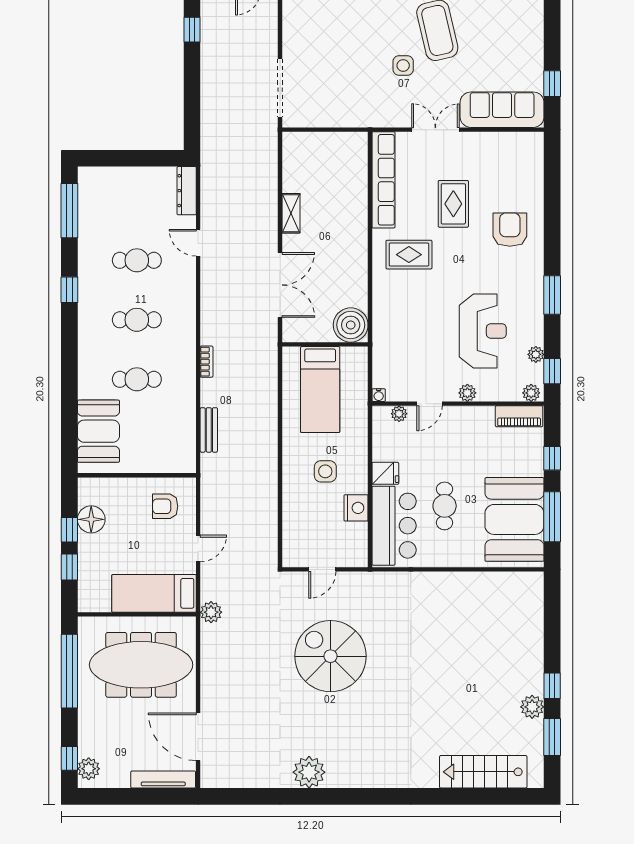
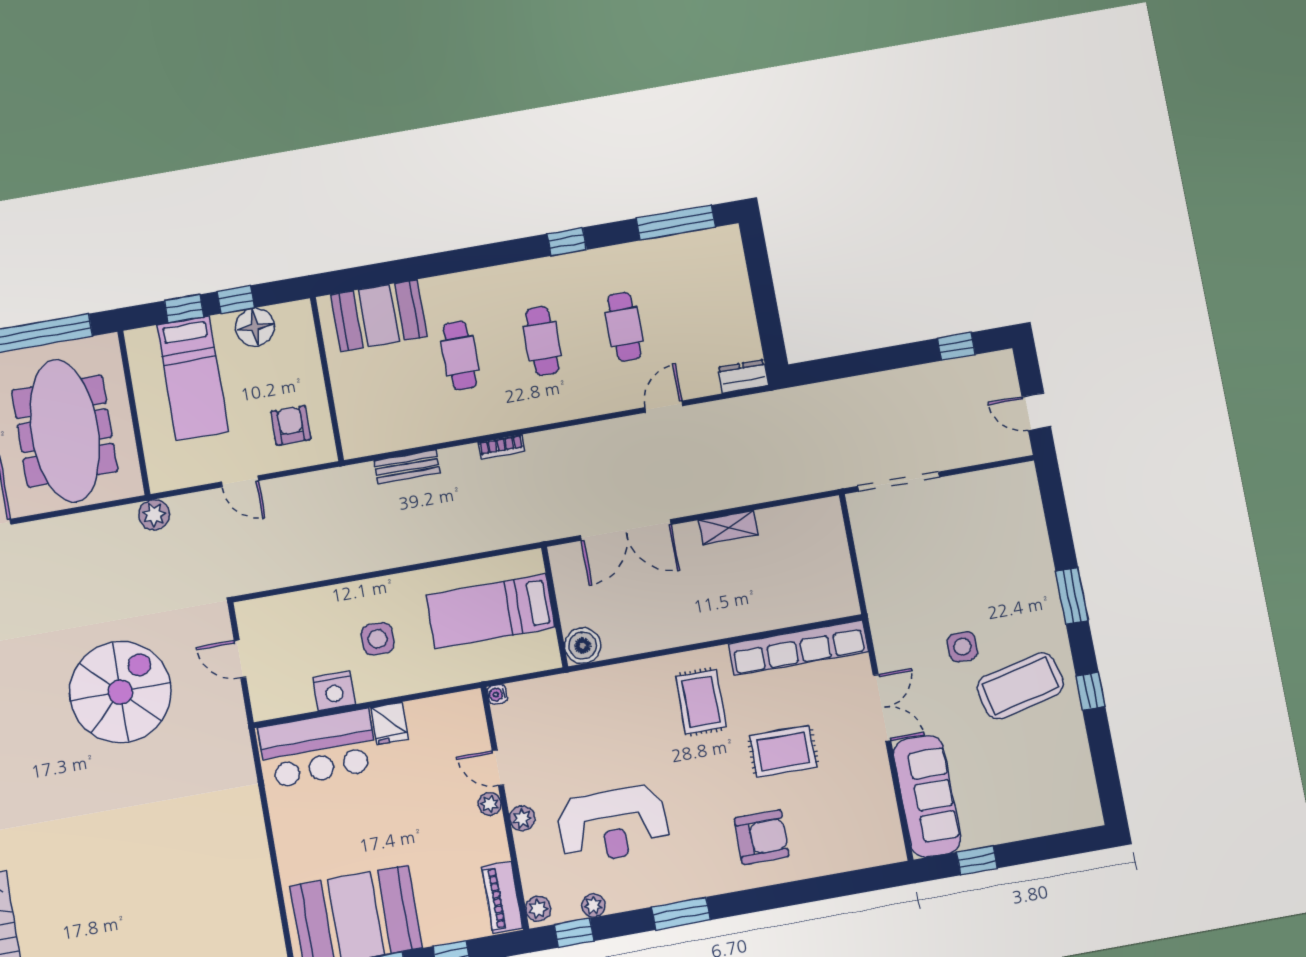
dresser: (187, 191) -> (743, 376), width x0.70
boiler: (351, 325) -> (583, 646), width x0.73, depth x0.73
plant: (399, 414) -> (490, 804), moved
cafe table: (445, 506) -> (358, 815), removed
bed: (154, 593) -> (193, 378), moved, turned 180

